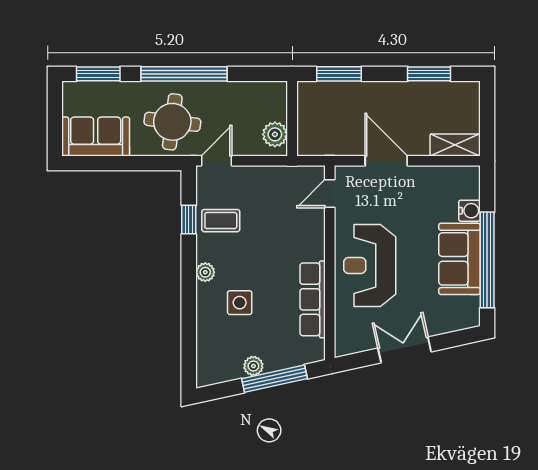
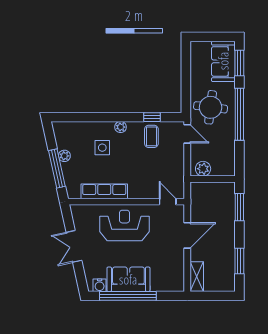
sofa: (96, 137) -> (223, 61), moved, turned 180
water cooler: (469, 211) -> (100, 285), moved
double door: (405, 350) -> (74, 246), swing flipped

